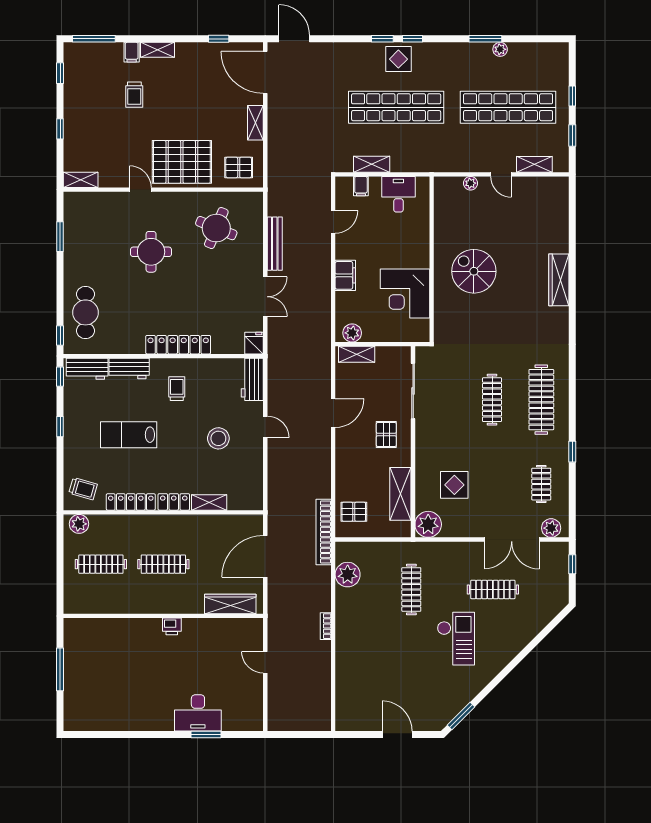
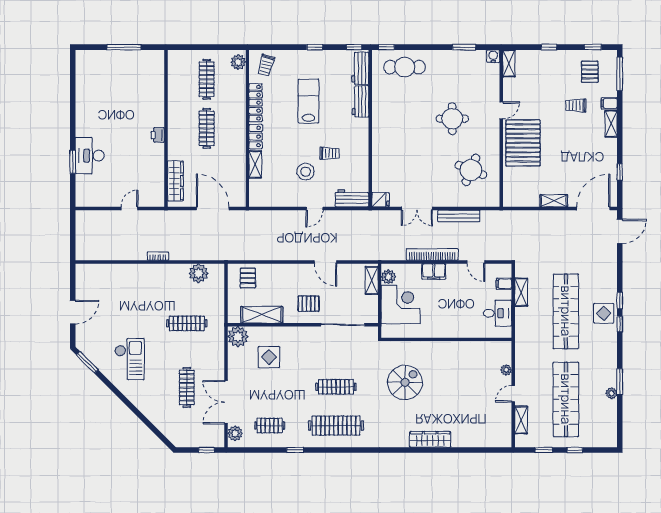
pallet: (239, 167) -> (590, 72), moved
water cooler: (72, 200) -> (493, 56), added
spiral stairs: (474, 271) -> (405, 382), moved
corner desk: (405, 294) -> (401, 304), moved, turned 90
locker: (178, 345) -> (379, 140), removed
trolley: (177, 389) -> (330, 153), moved
bookcase: (324, 532) -> (432, 254), moved
checkout: (456, 639) -> (130, 359), moved, turned -90

